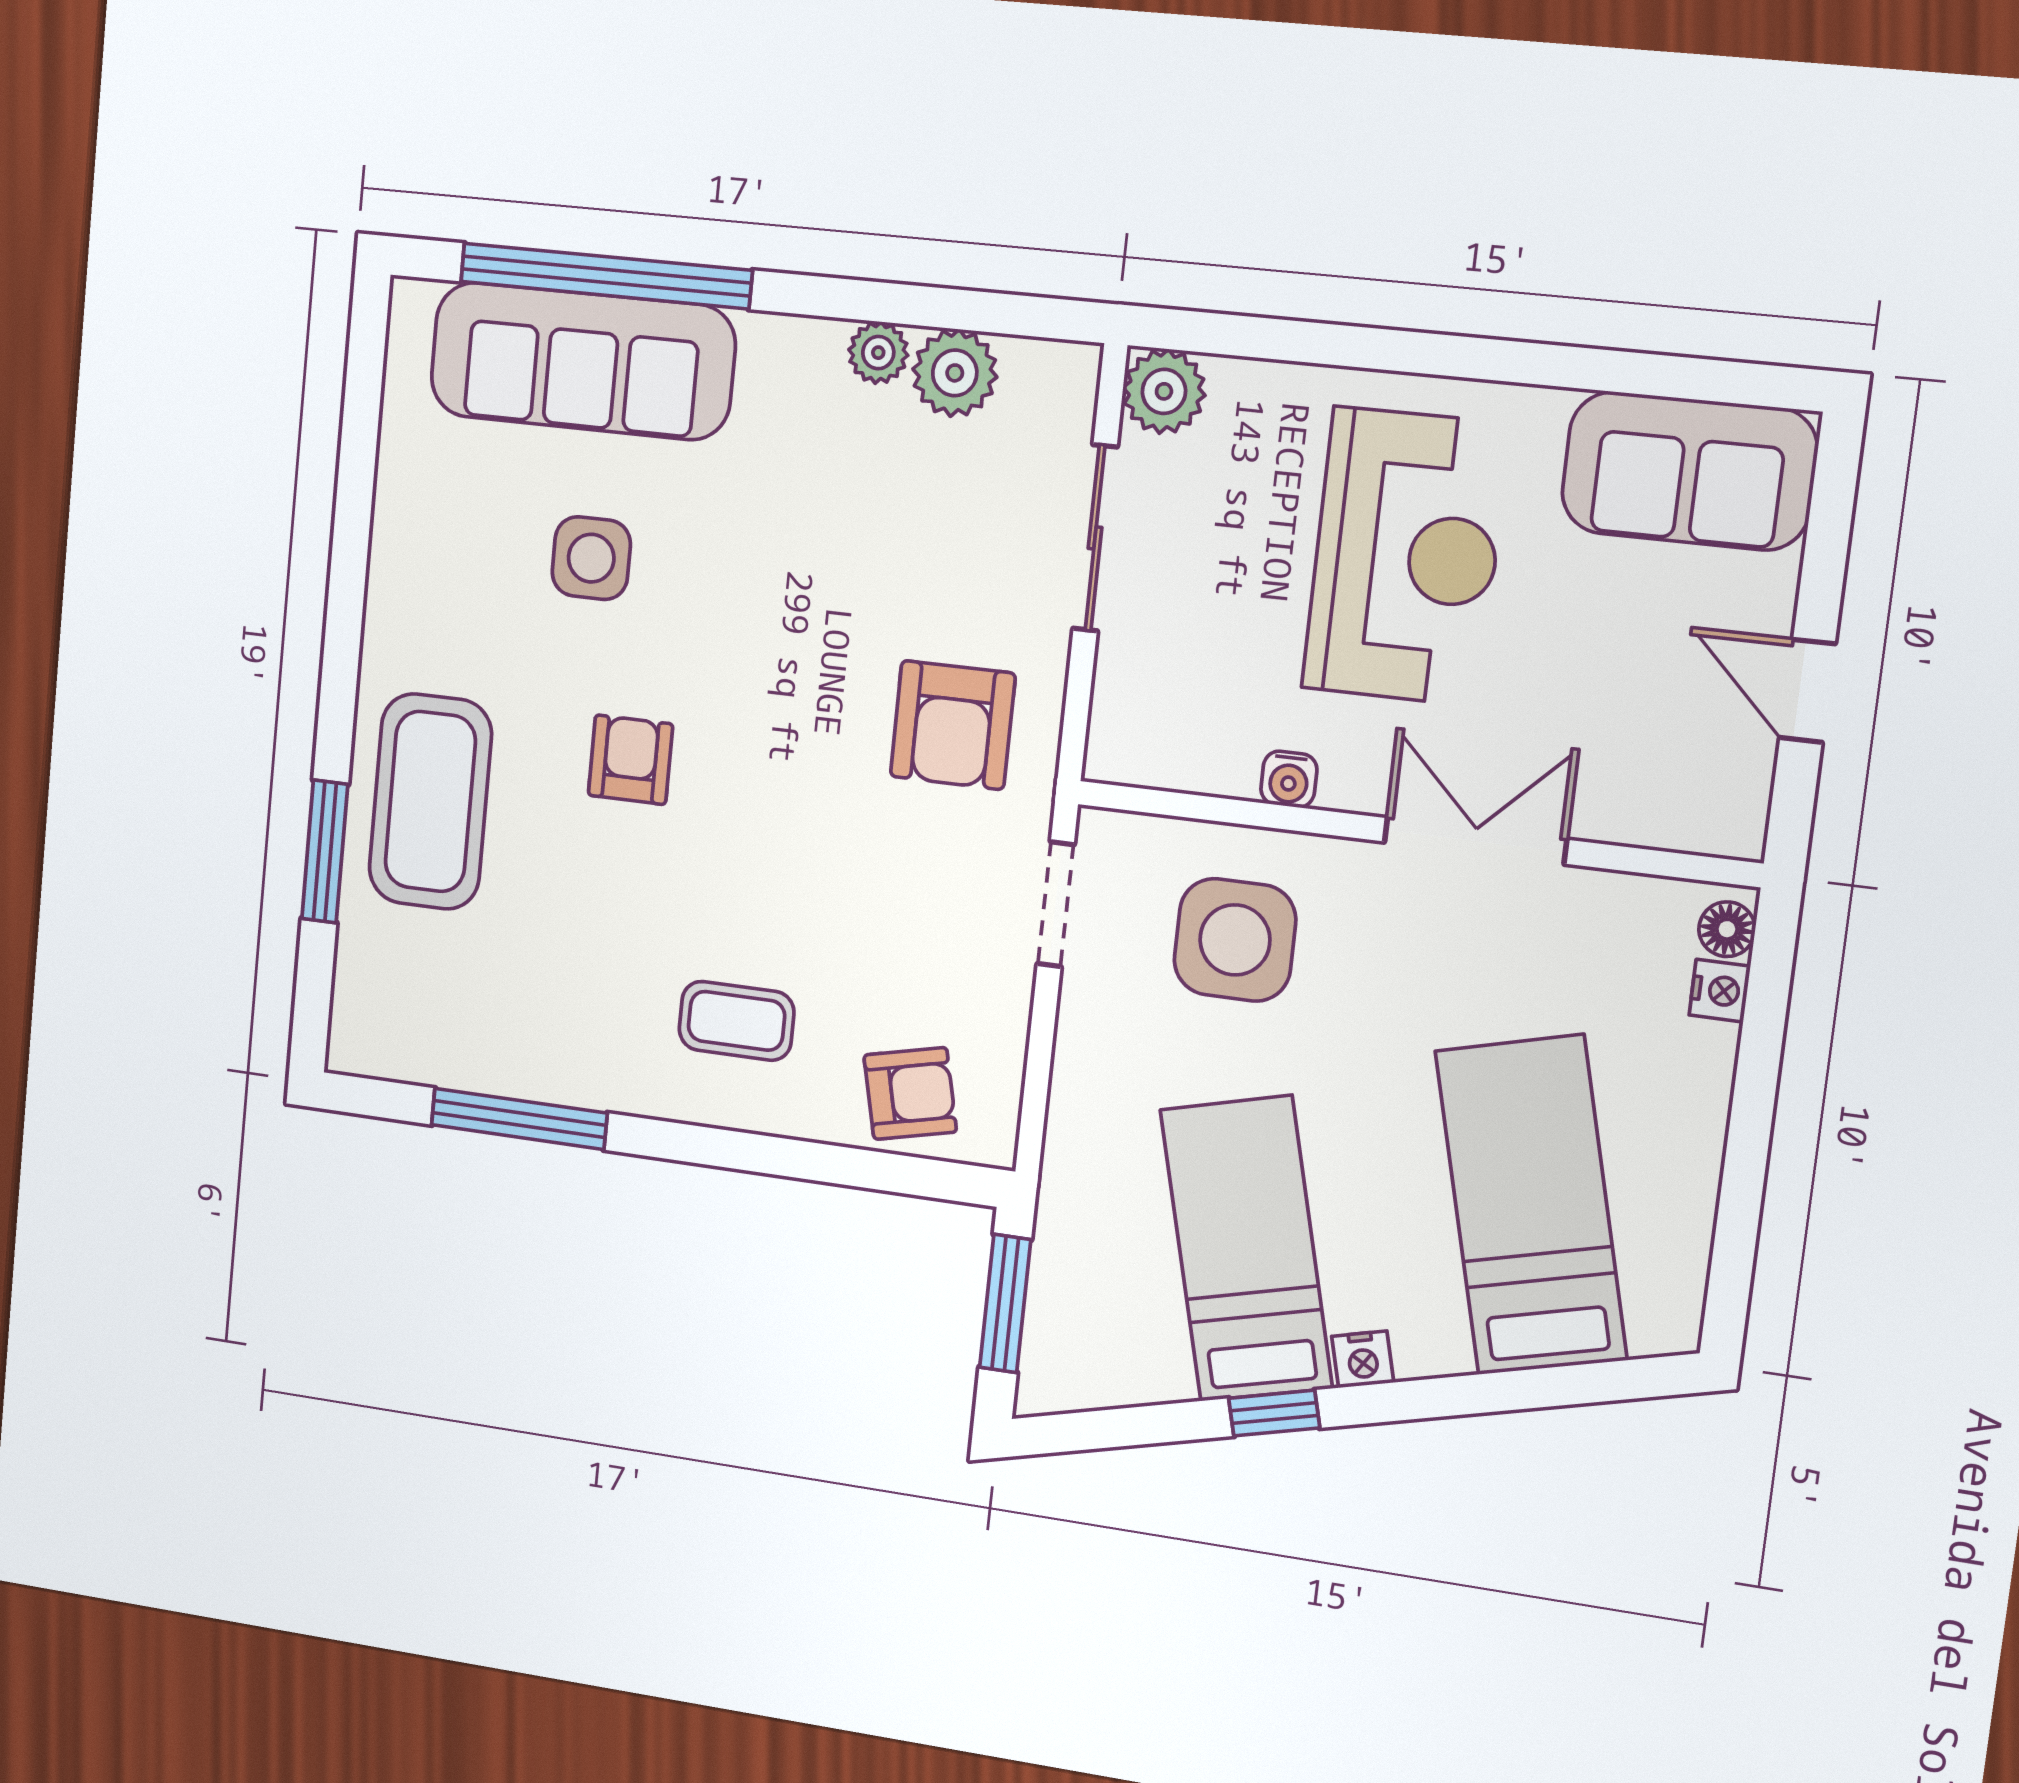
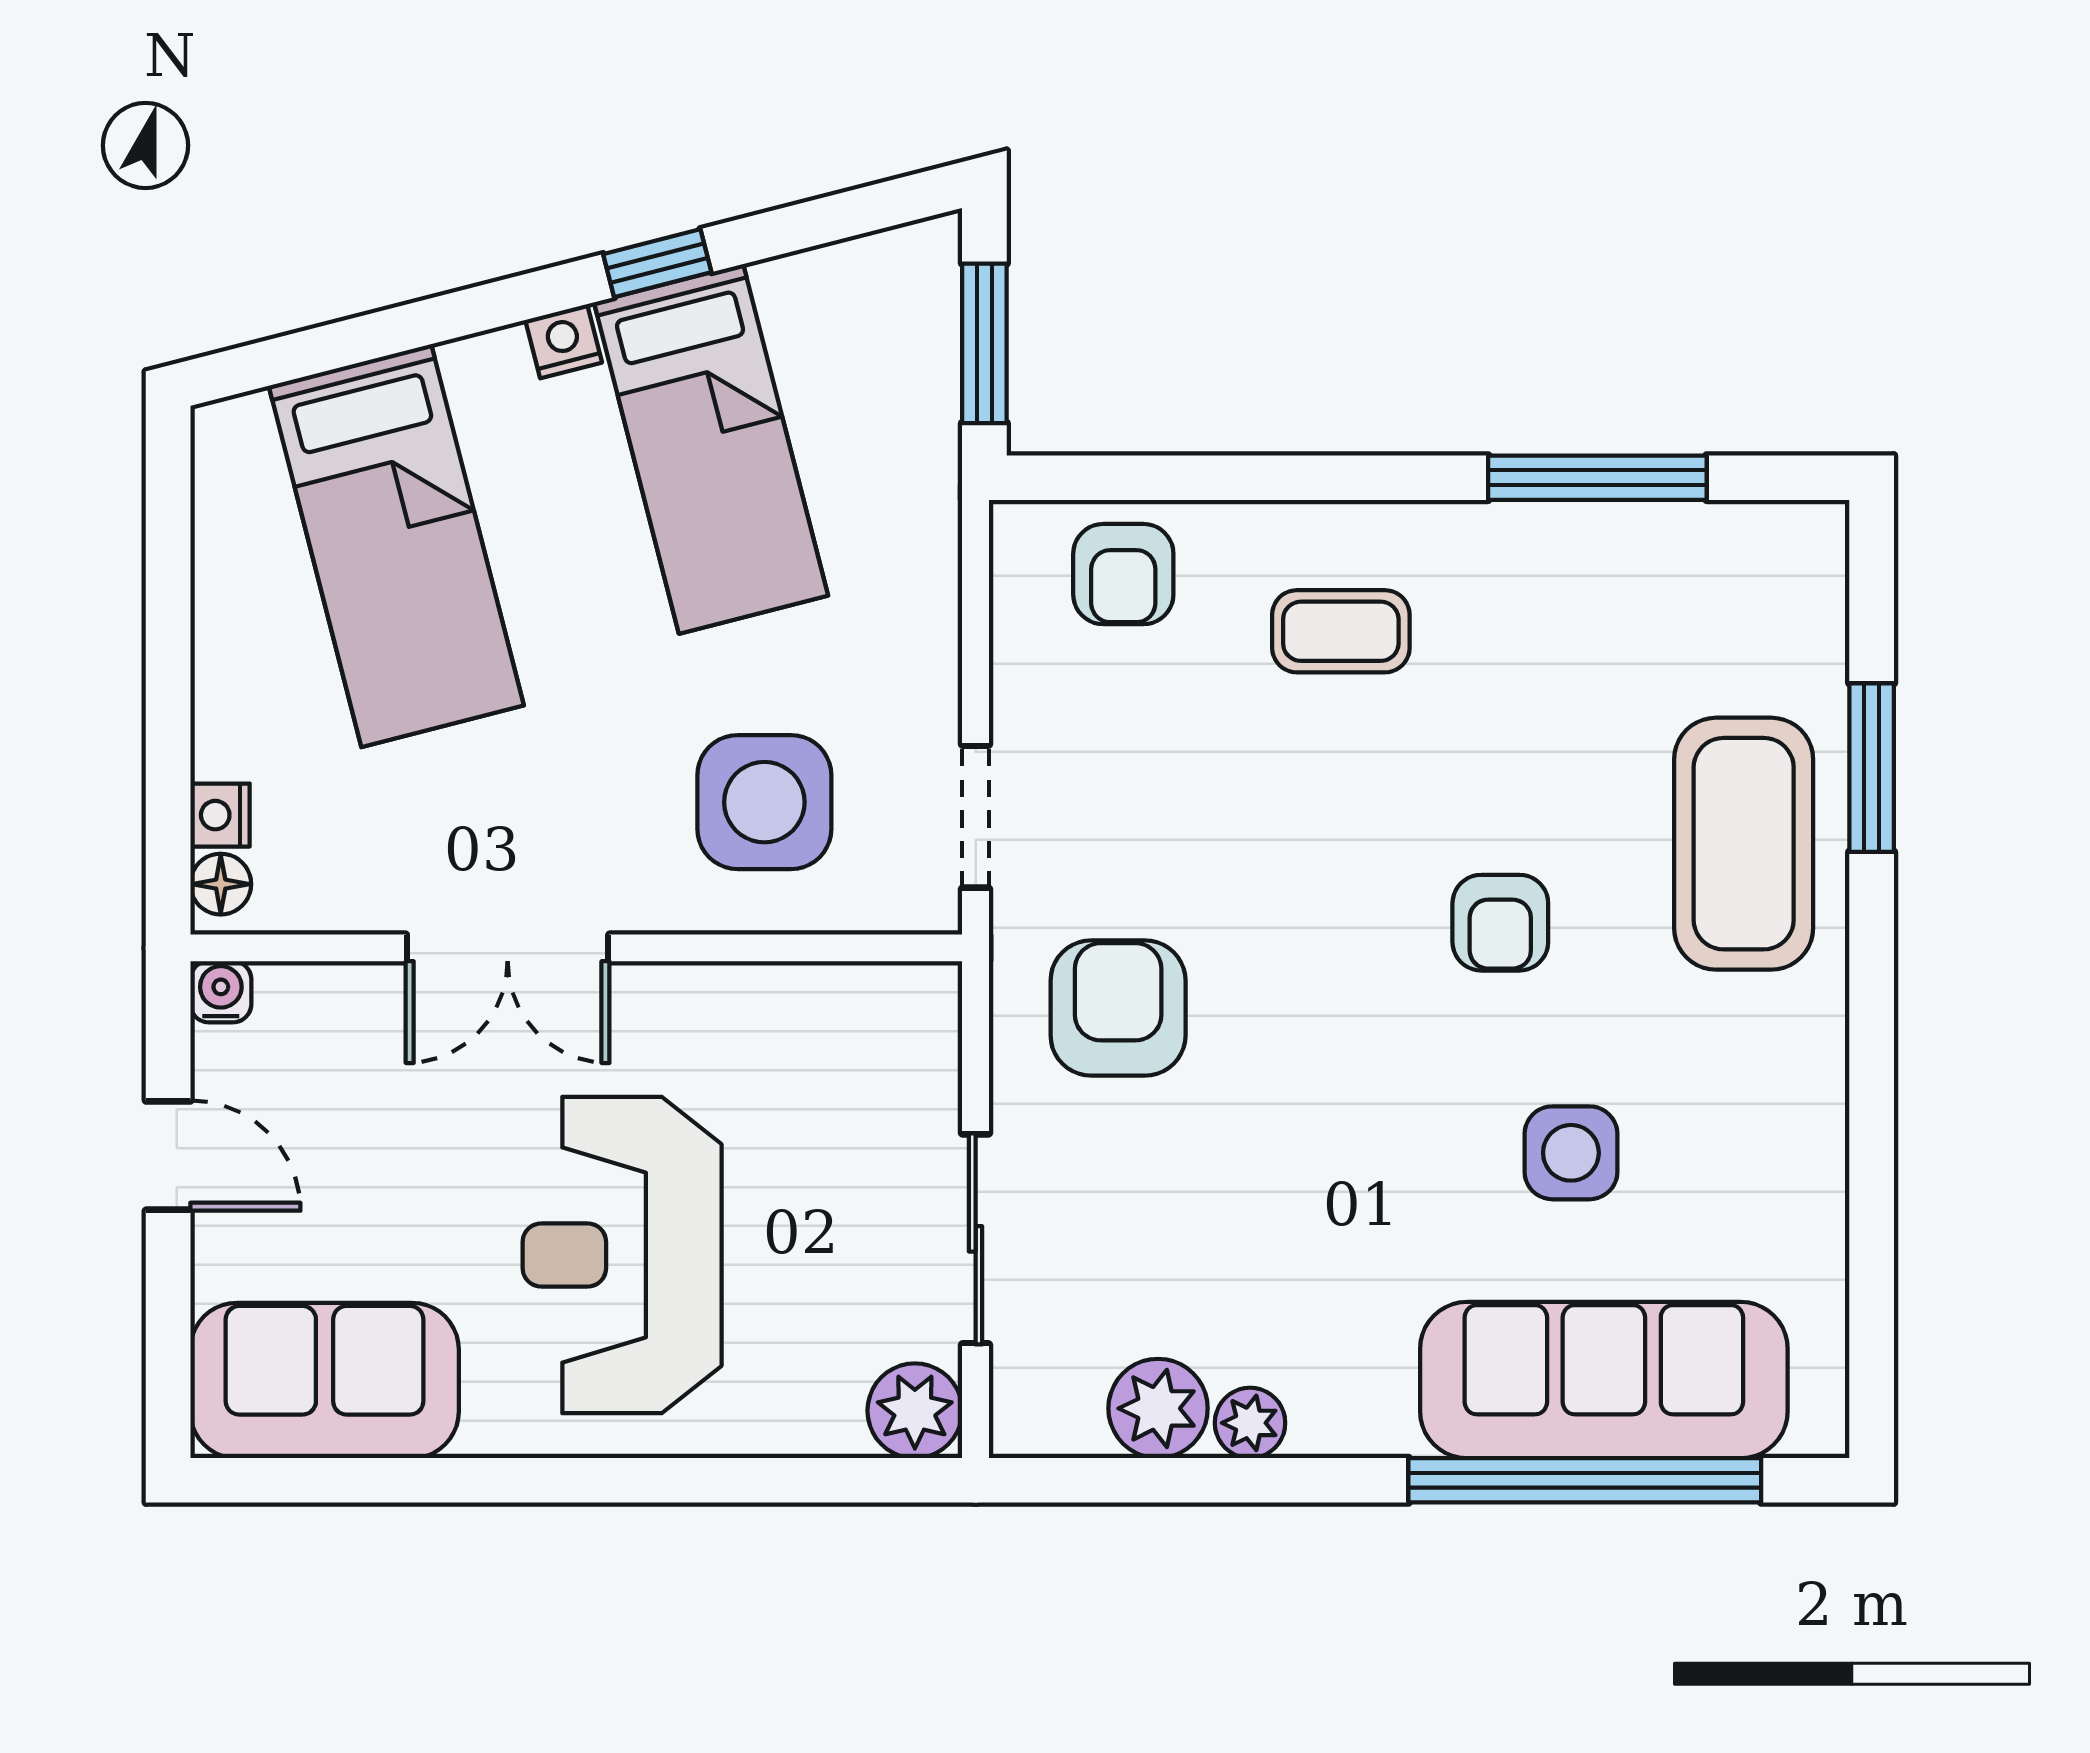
water cooler: (1289, 779) -> (221, 992), moved
armchair: (910, 1093) -> (1123, 574), turned -77

